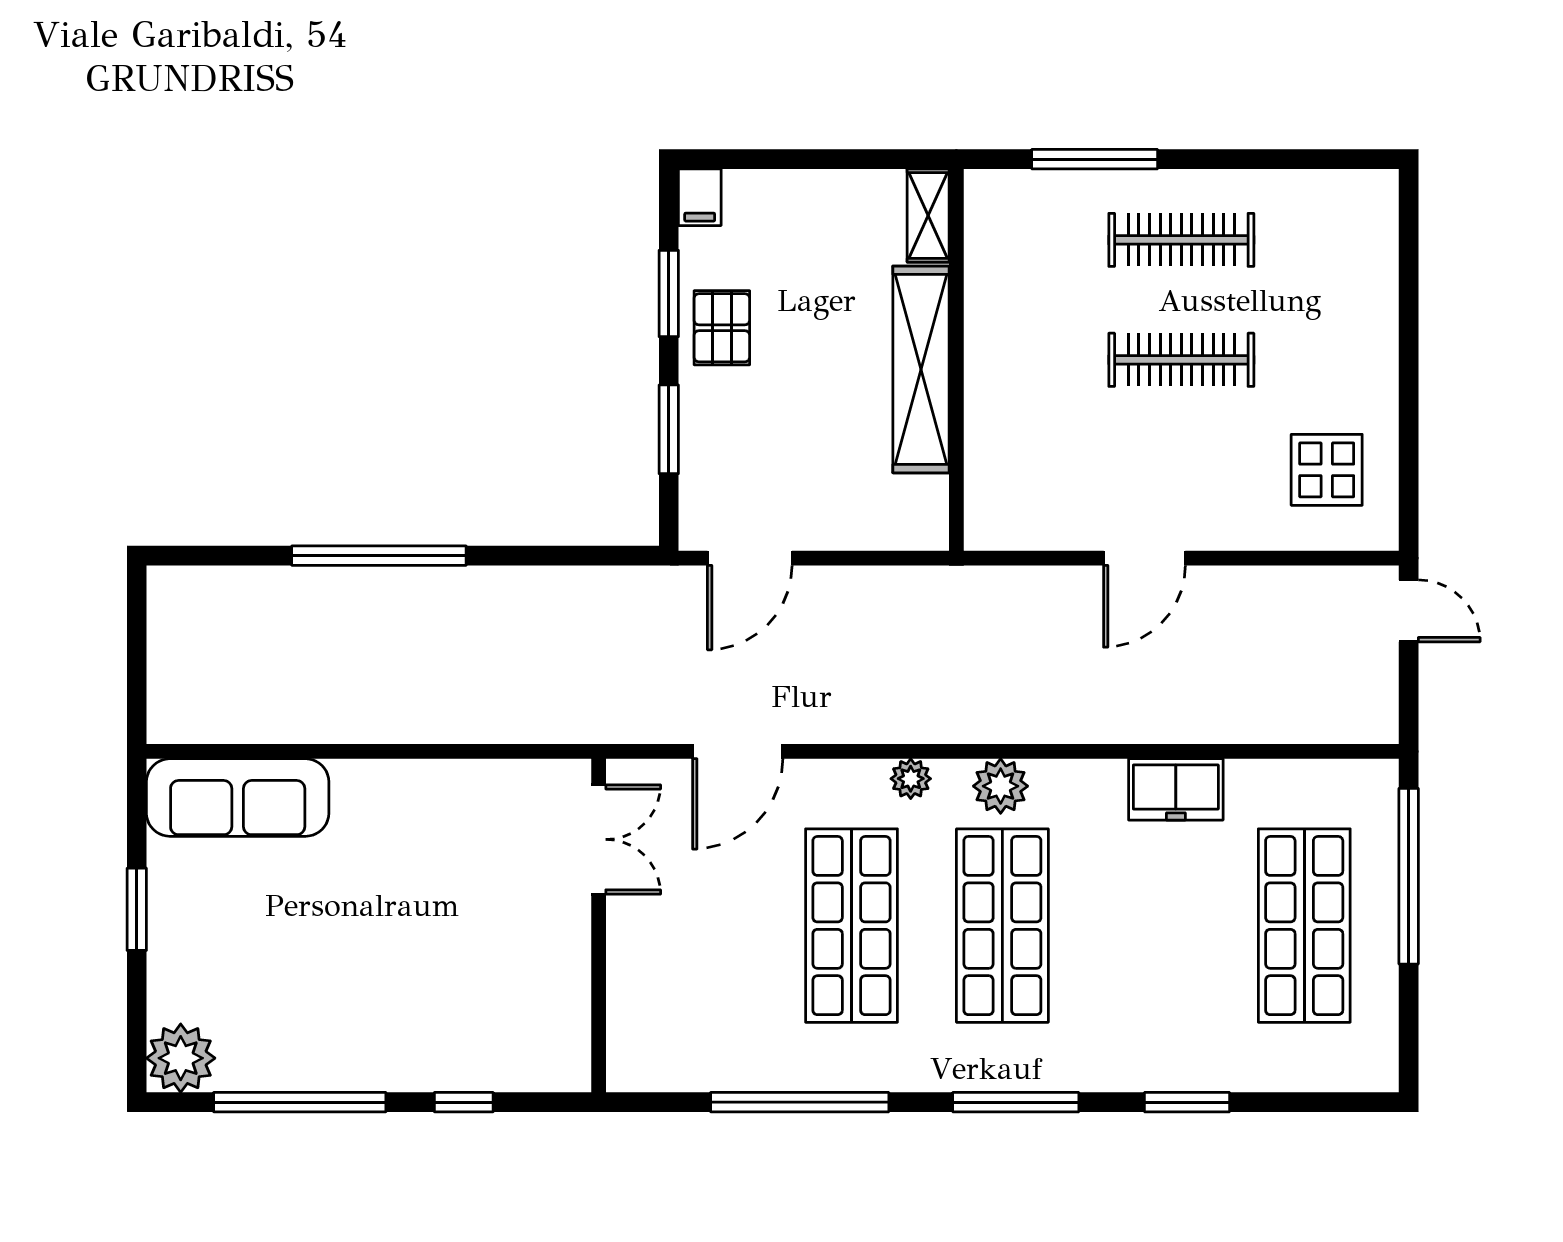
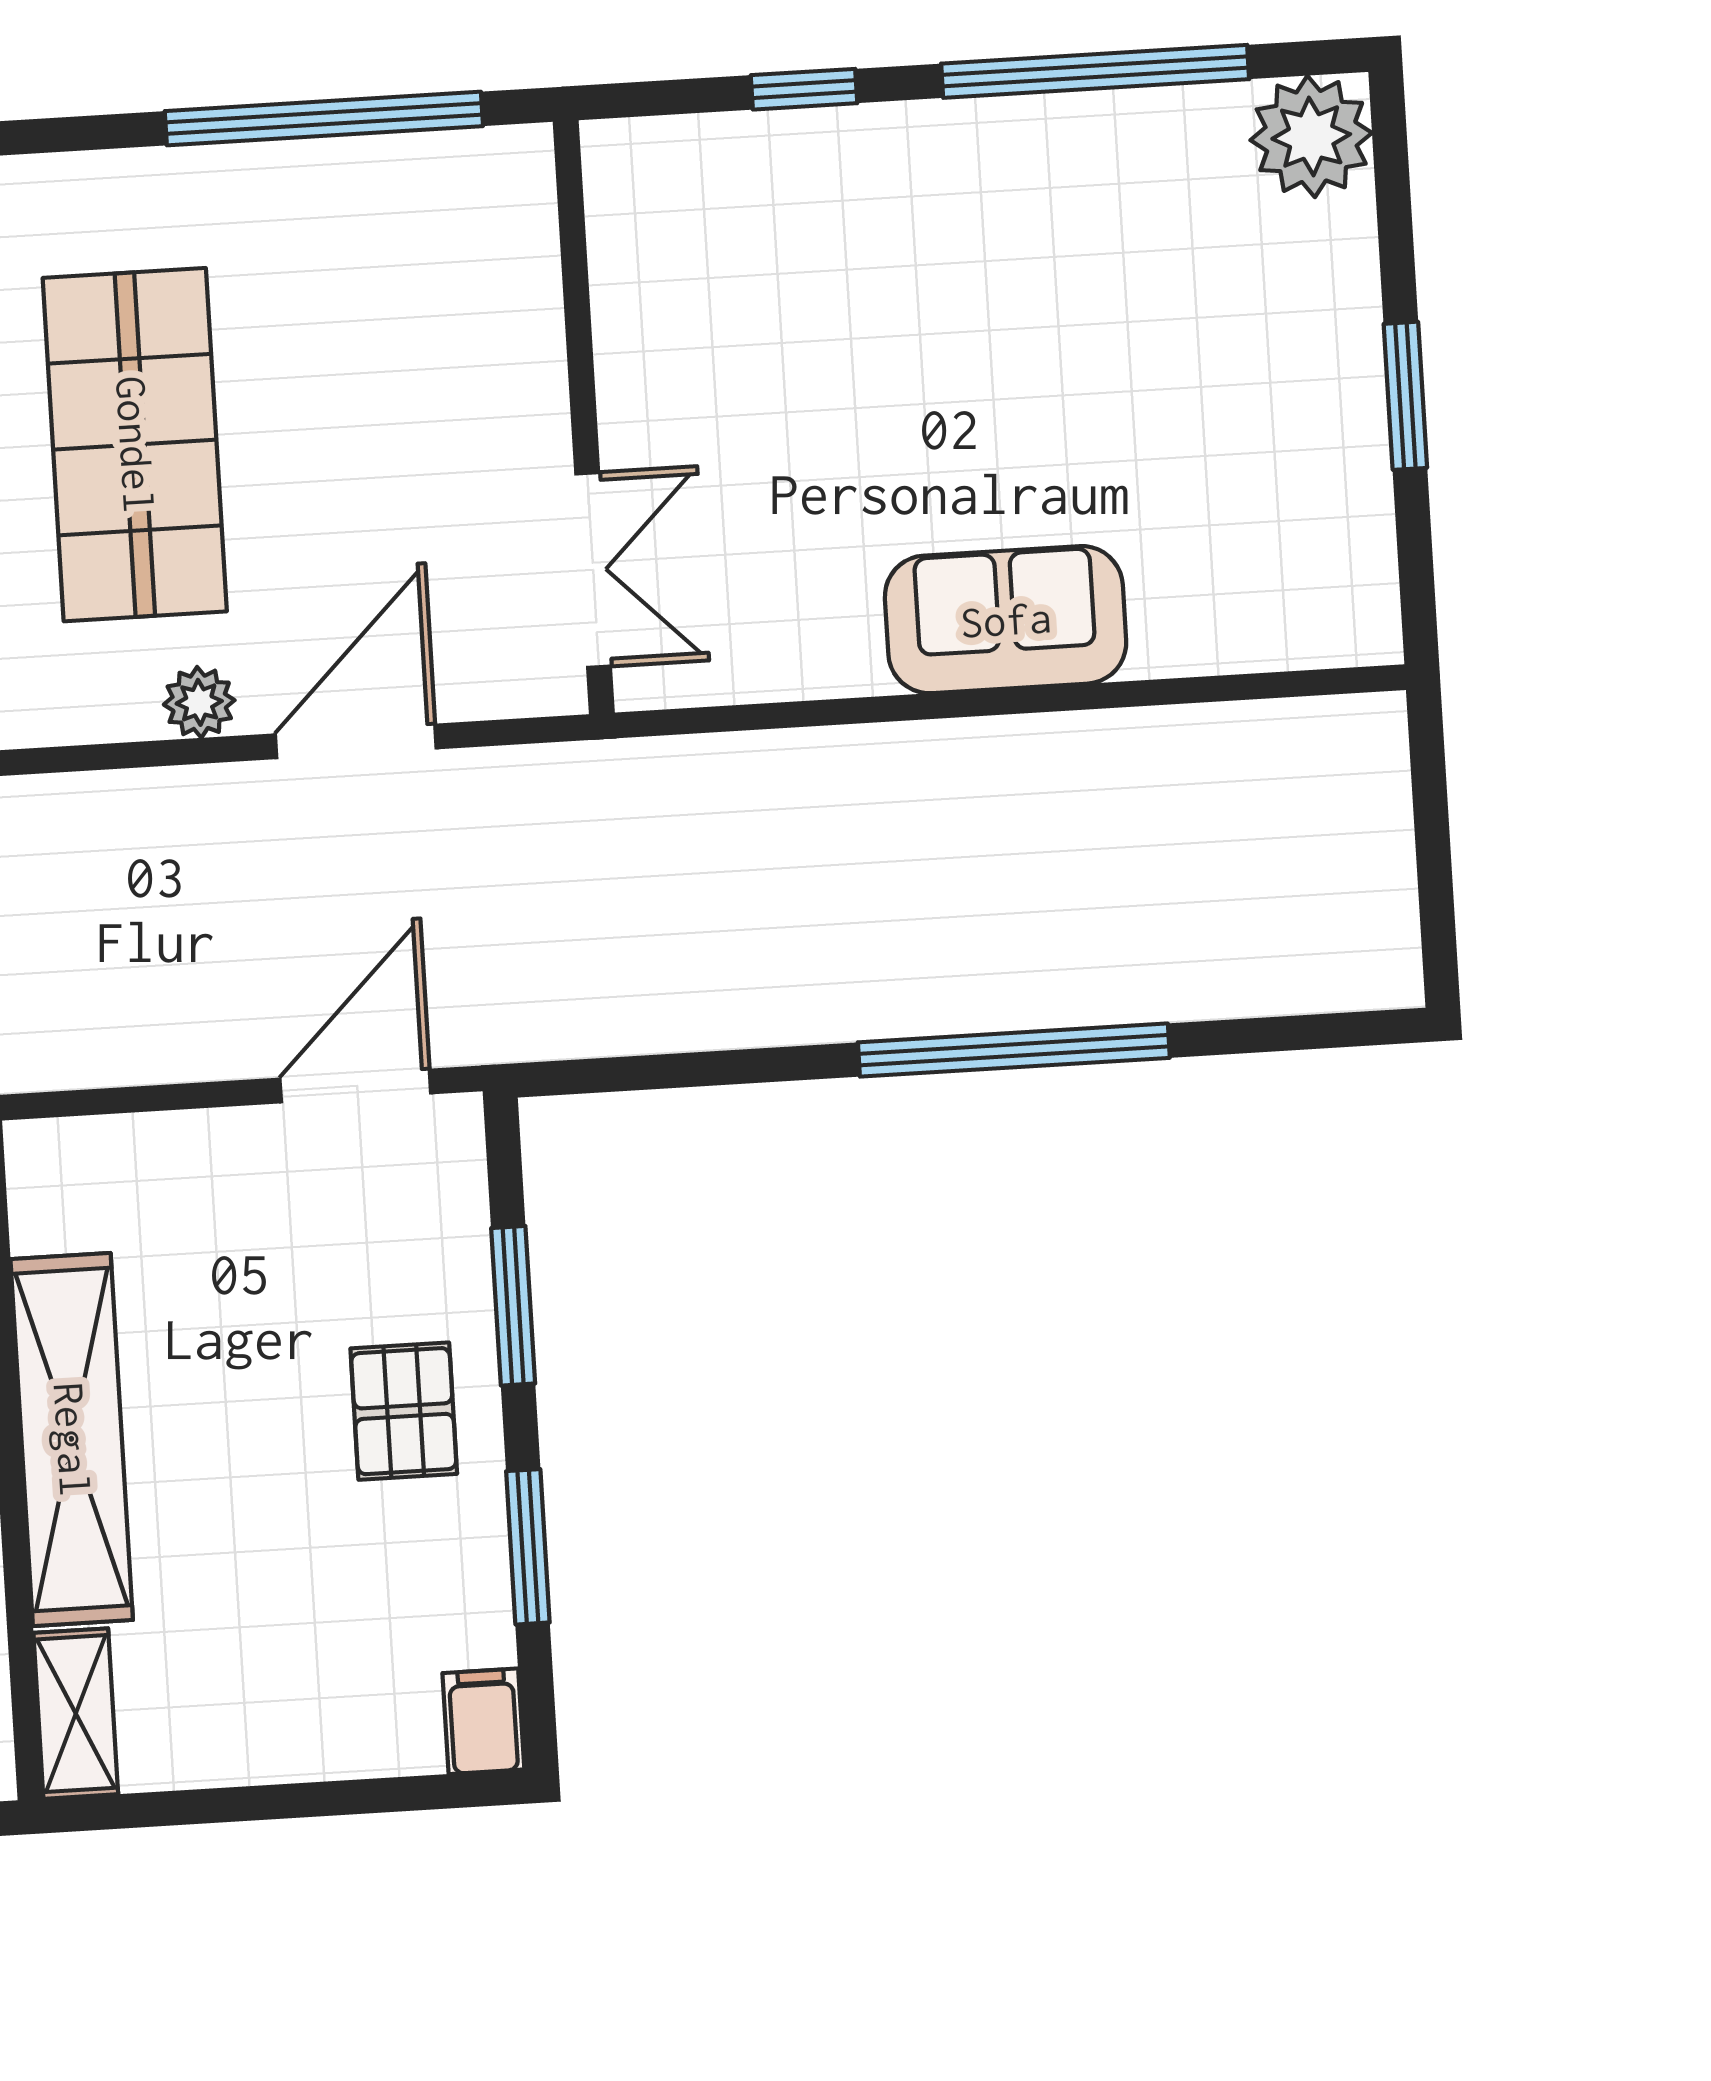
pallet: (722, 328) -> (404, 1411), moved
plant: (911, 779) -> (199, 702), moved
sofa: (238, 798) -> (1006, 620), moved, width x0.73
double door: (599, 839) -> (593, 570), swing flipped
window: (800, 1102) -> (324, 119), moved

